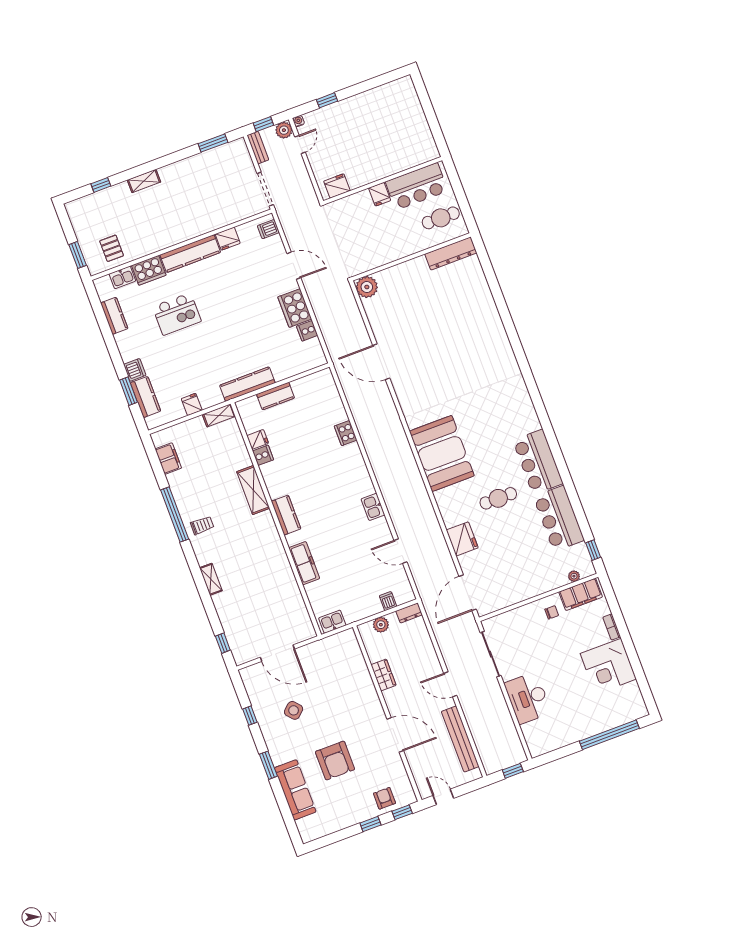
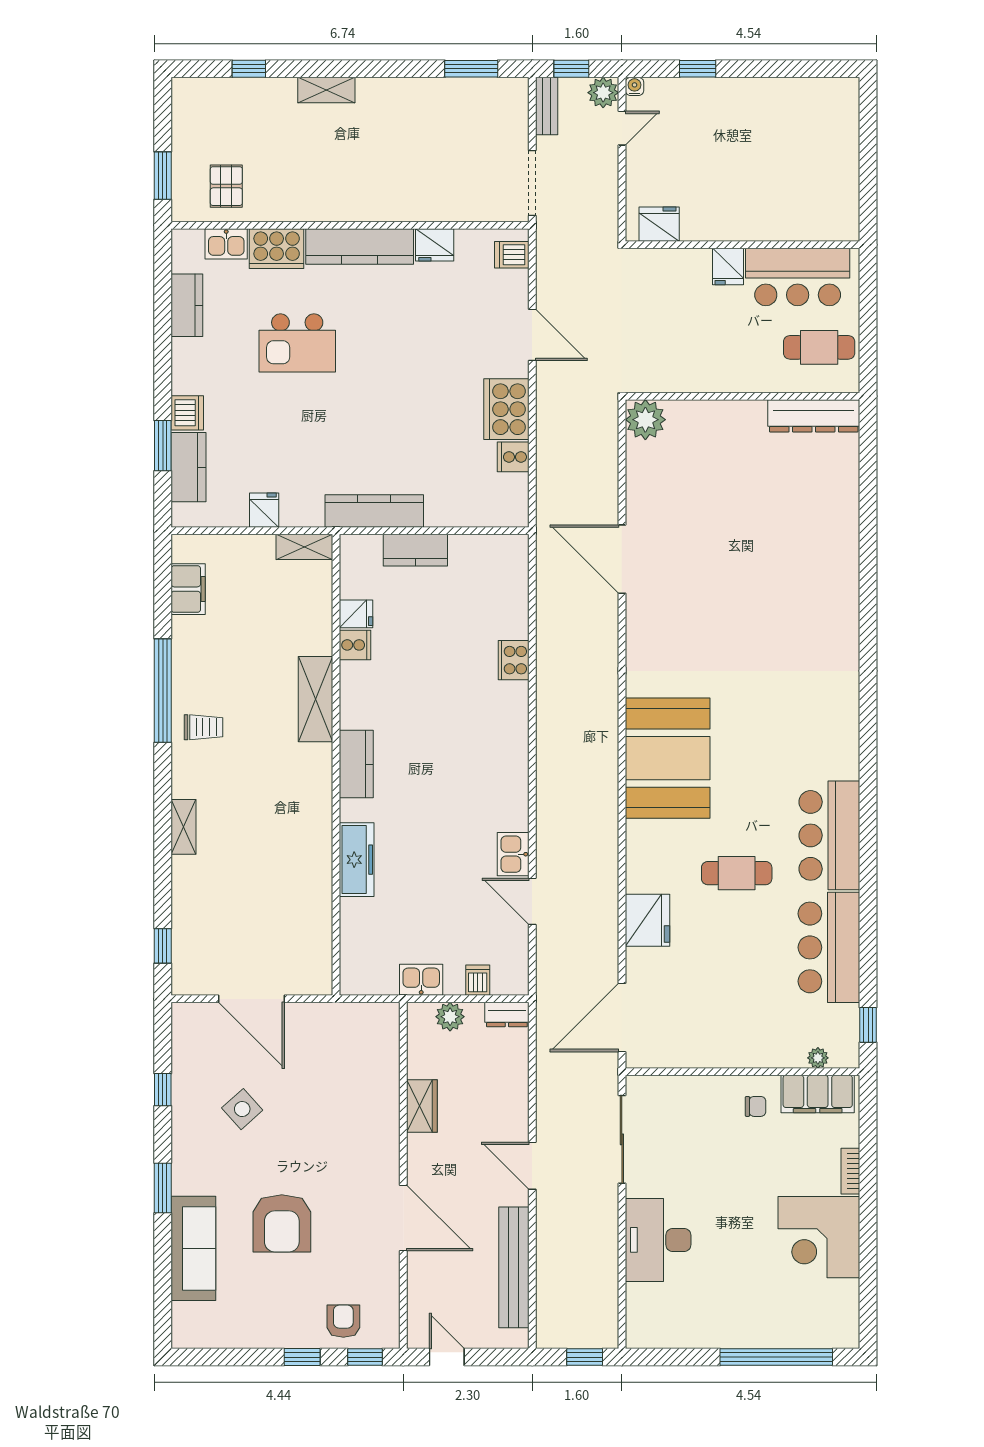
kitchen sink: (373, 507) -> (513, 854), moved
kitchen sink: (332, 622) -> (421, 980), moved

